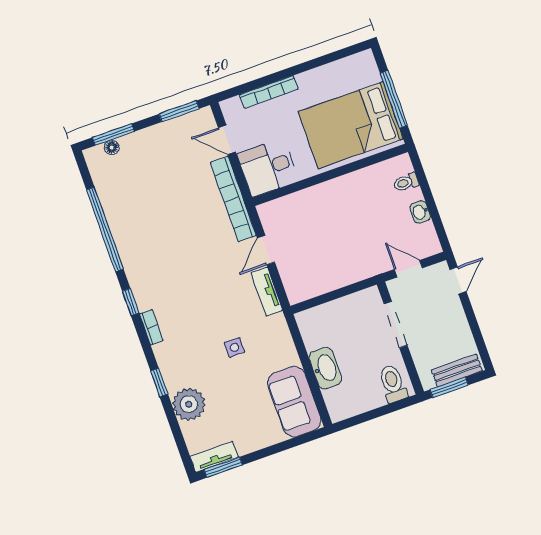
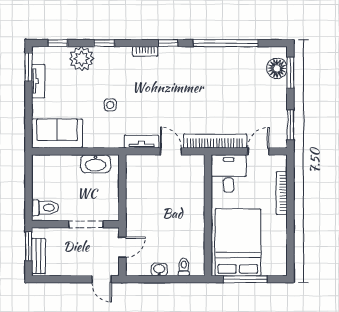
floor lamp: (112, 147) -> (277, 68), width x1.89, depth x1.89
washbasin: (325, 368) -> (96, 164), moved
window: (180, 441) -> (58, 43), added
tv unit: (214, 457) -> (38, 81), moved

